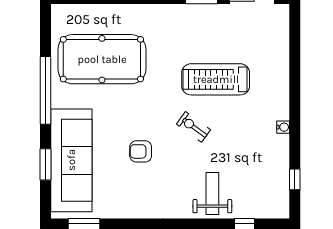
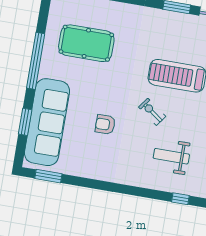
pool table: (102, 59) -> (86, 43), width x0.73, depth x0.76
weight bench: (212, 193) -> (171, 156), moved, turned -90

